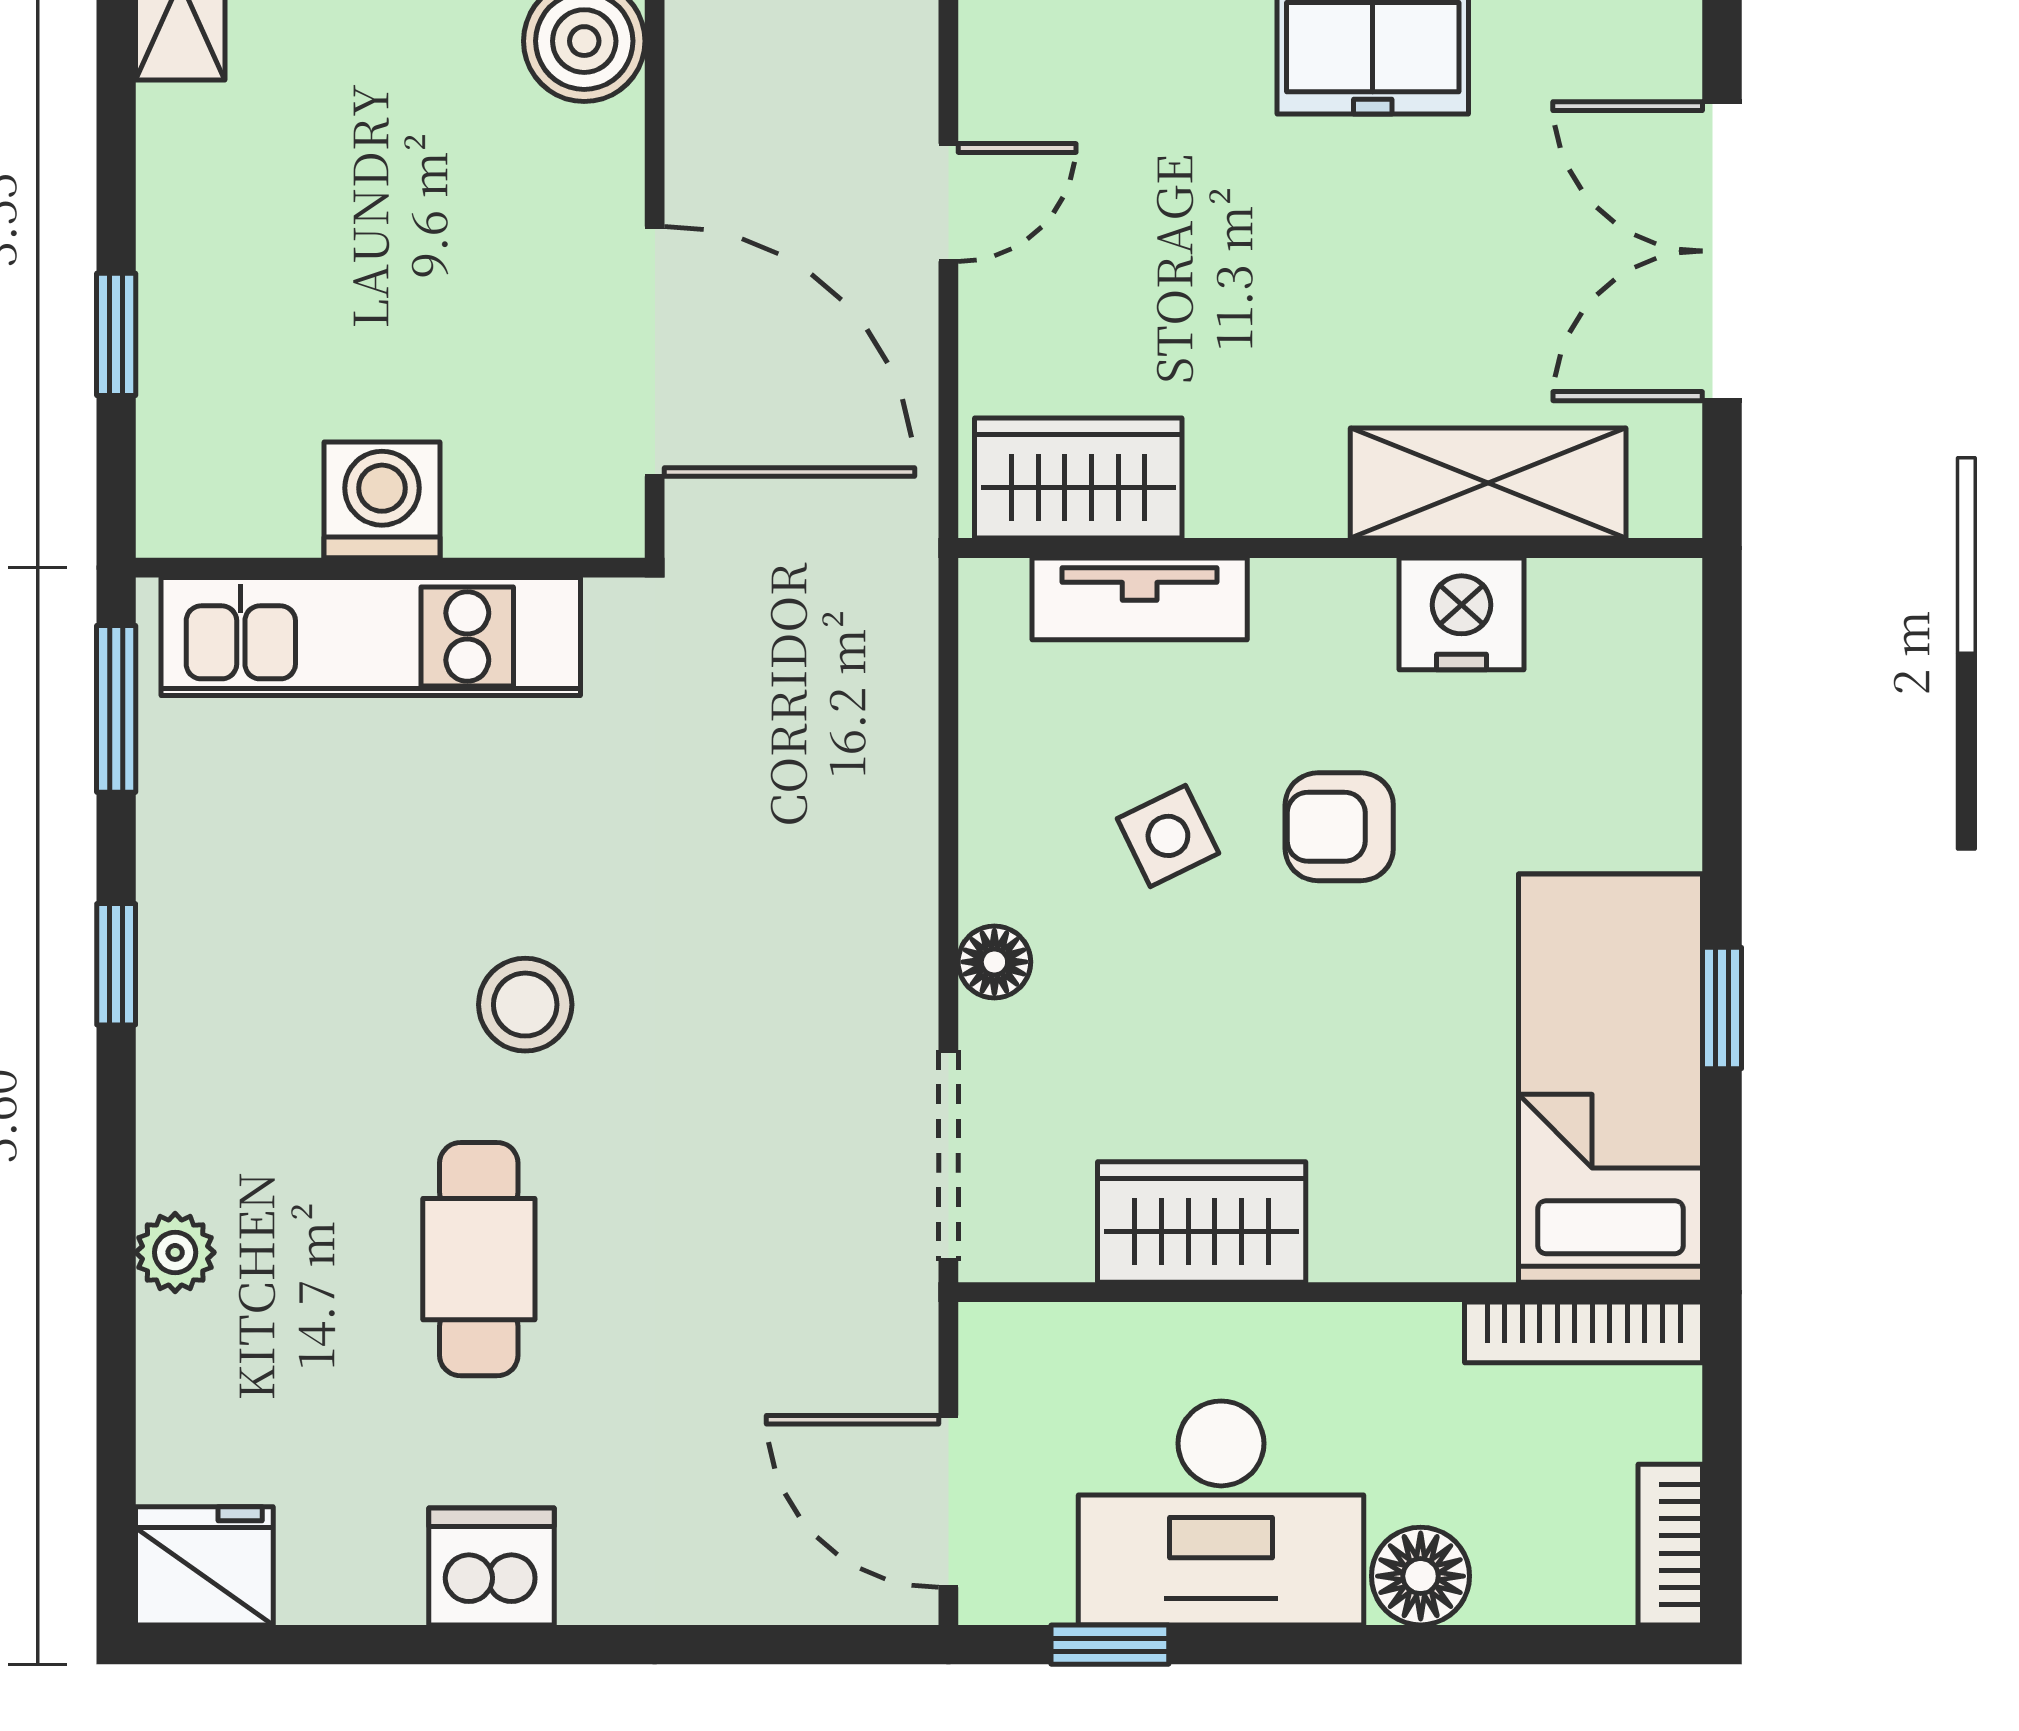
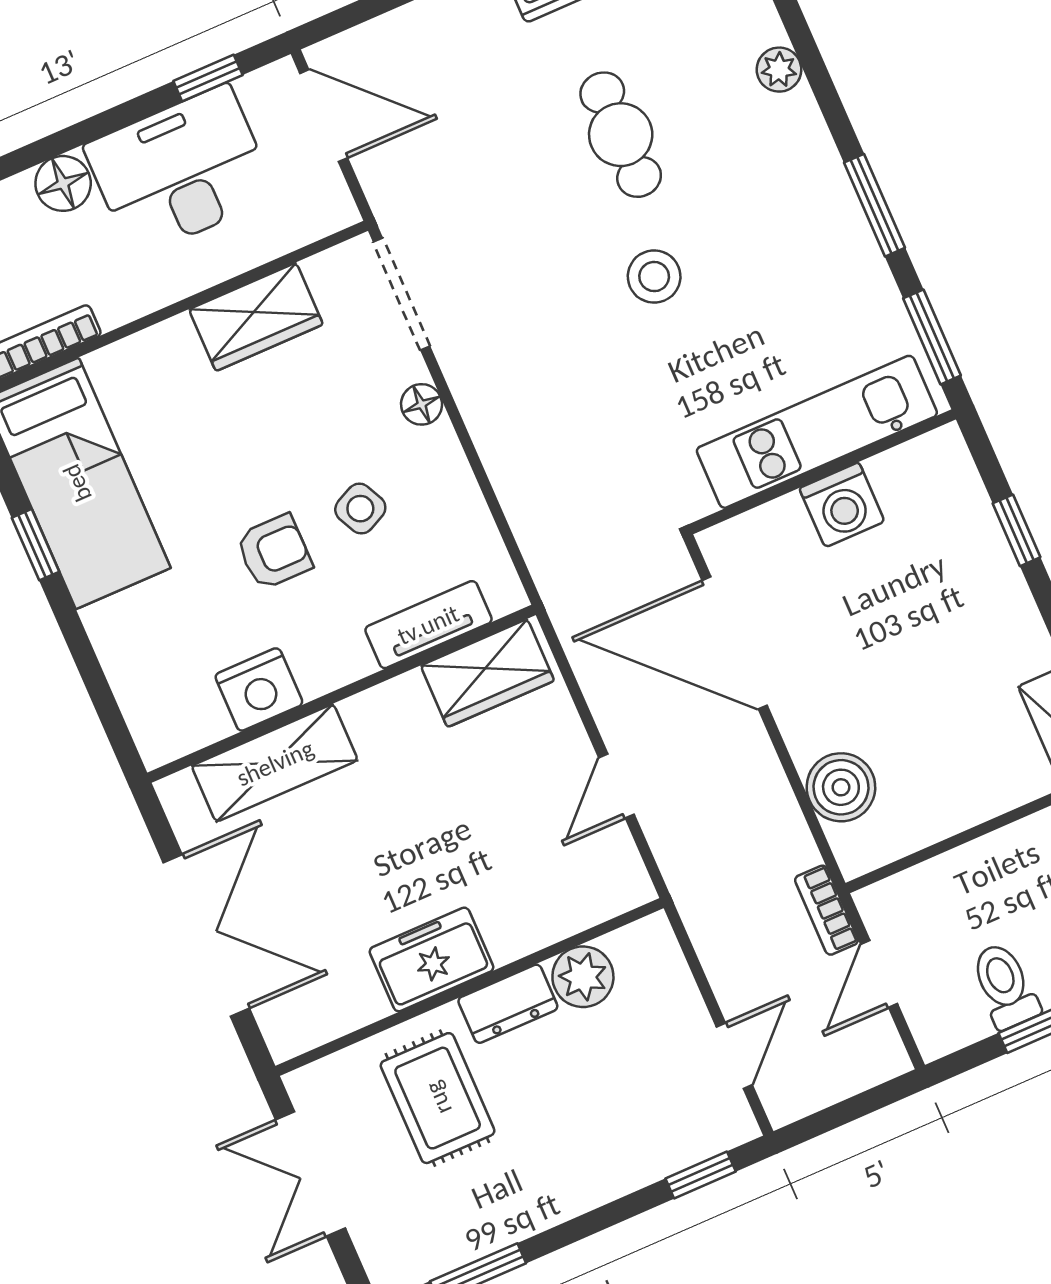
window: (116, 964) -> (874, 205), width x1.50

